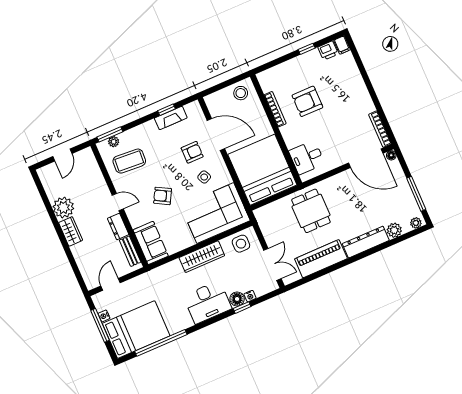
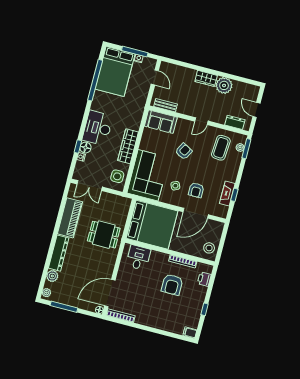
printer: (328, 51) -> (204, 279), moved
armchair: (307, 101) -> (172, 285), turned 180
dresser: (118, 226) -> (235, 122), moved

